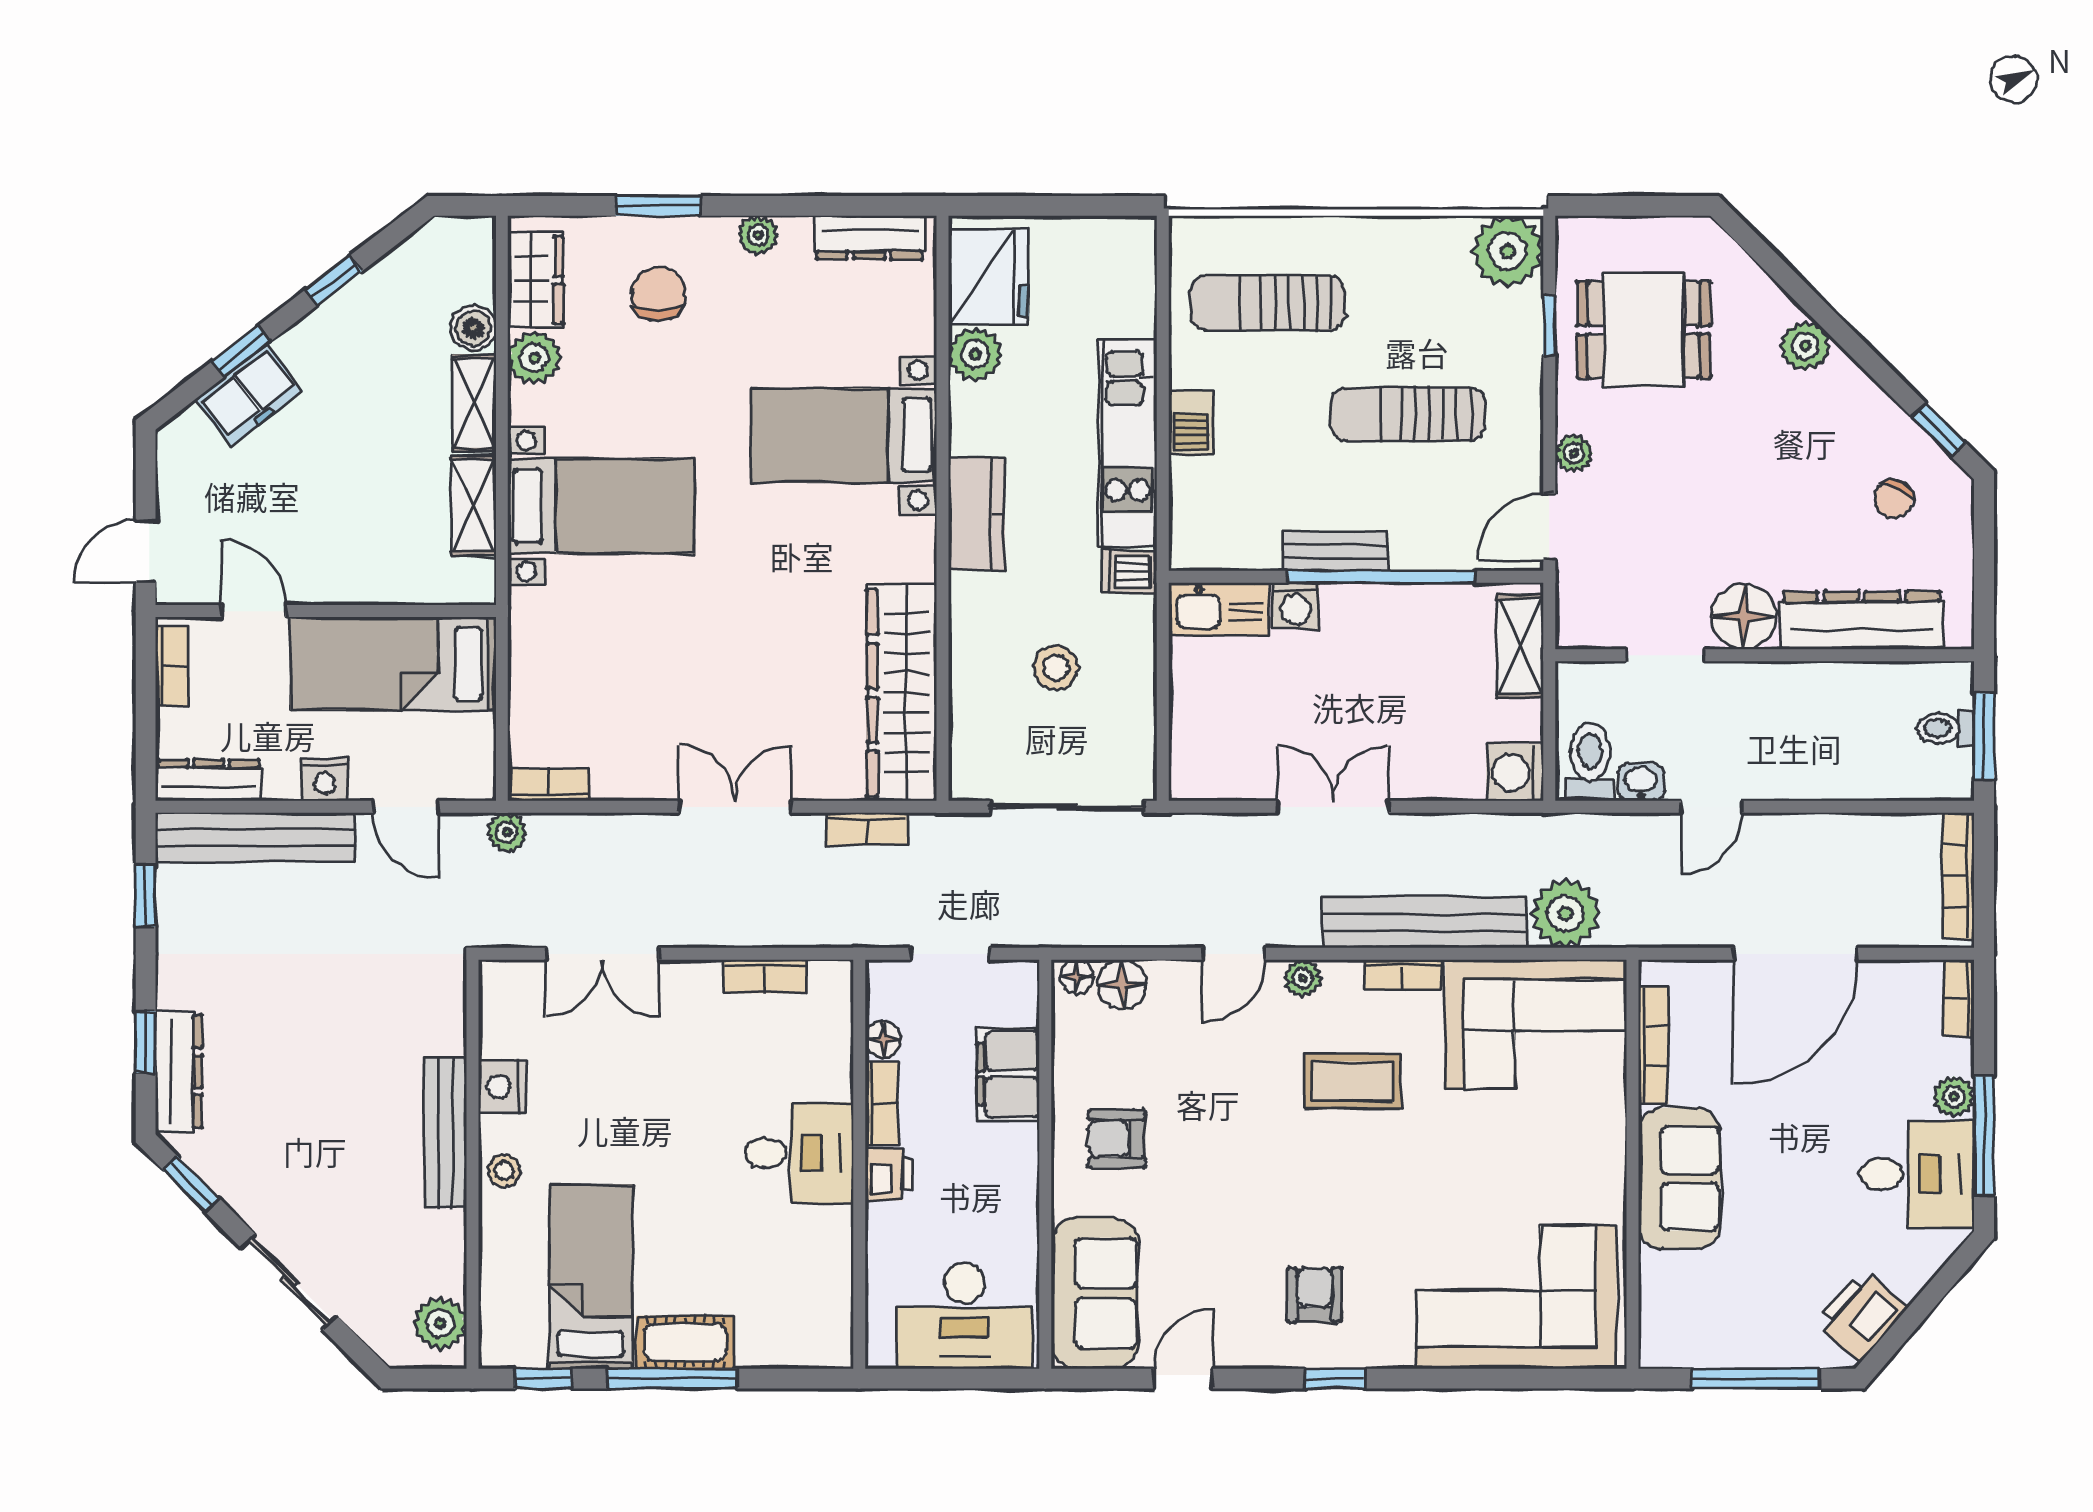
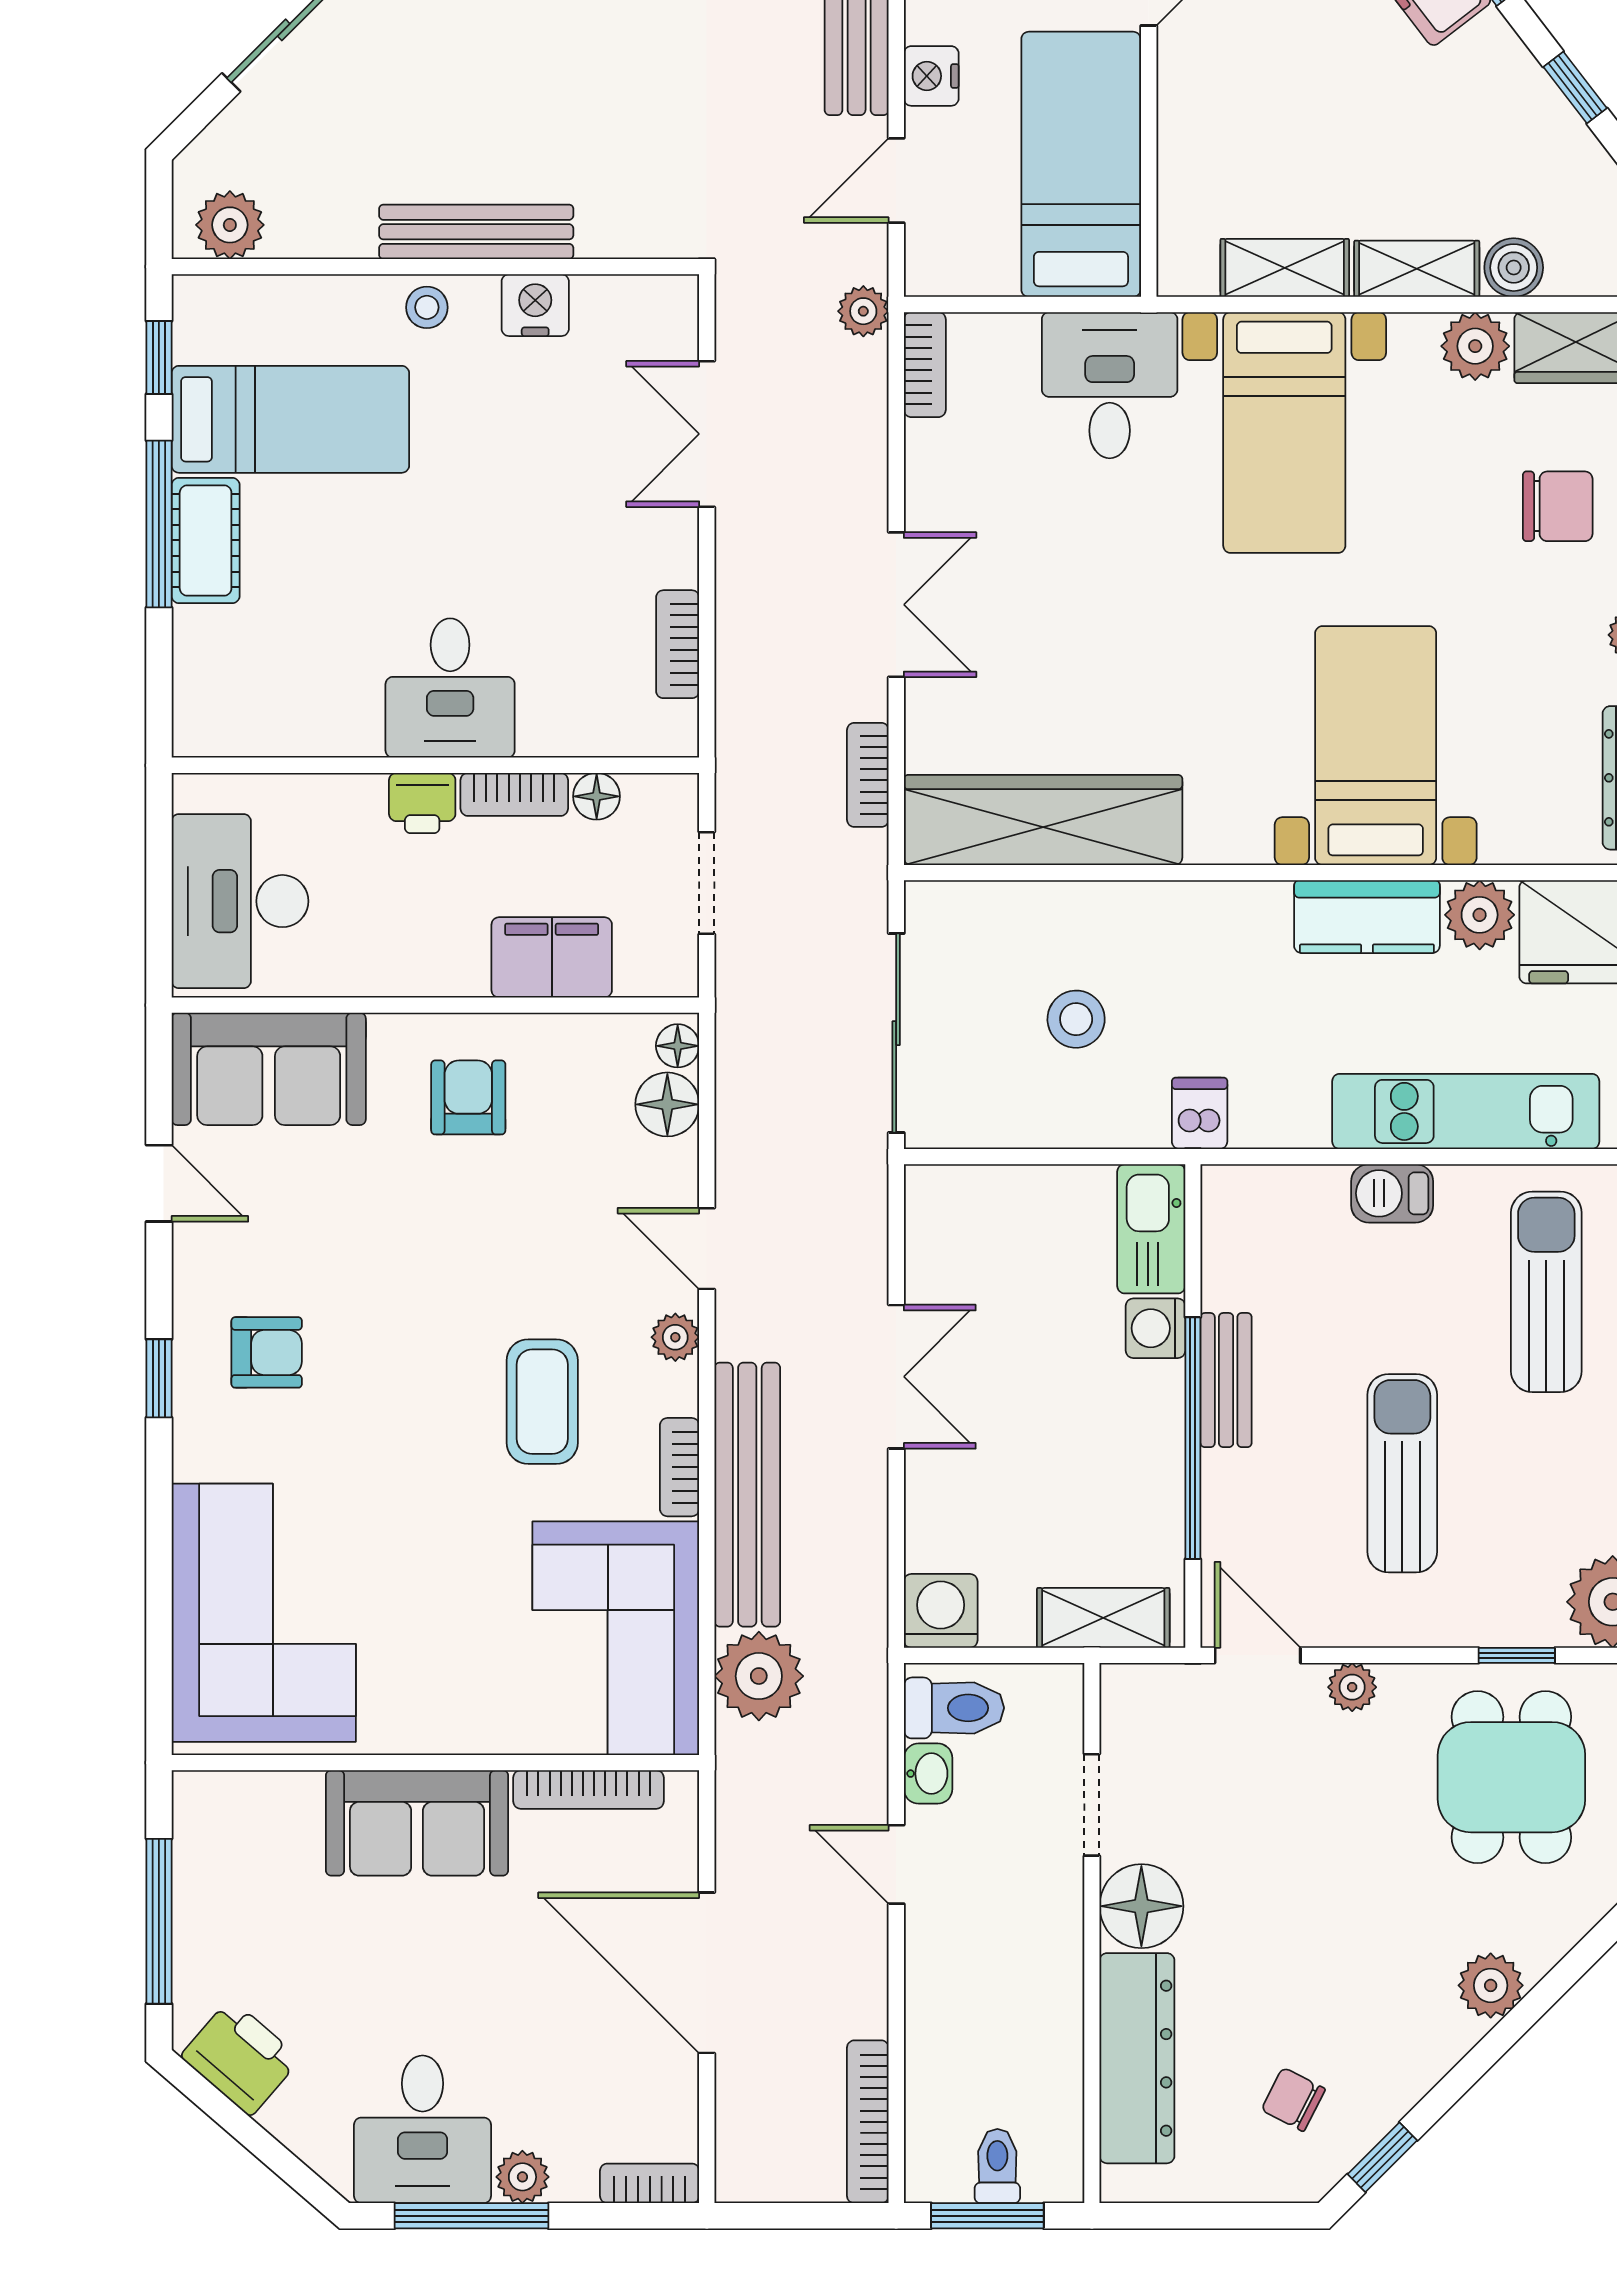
kitchen unit: (1128, 443) -> (1466, 1111), moved
kitchen counter: (977, 514) -> (1367, 917), moved
desk: (564, 641) -> (1110, 385), added
bookcase: (1958, 876) -> (868, 2122), moved, turned -90

